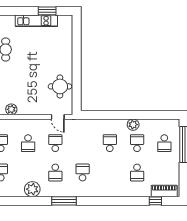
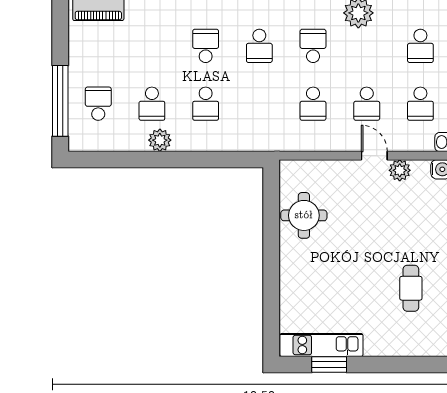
kitchen unit: (36, 21) -> (321, 345), moved
door: (58, 117) -> (374, 156), moved
school desk: (28, 143) -> (367, 104), turned 180
school desk: (137, 172) -> (206, 46), moved

